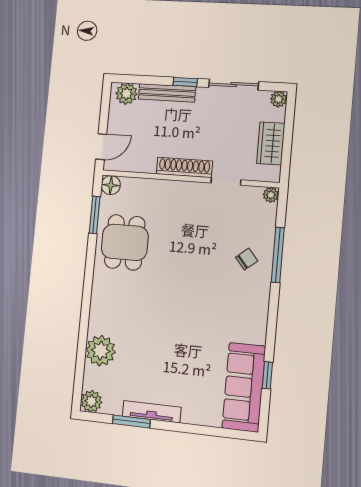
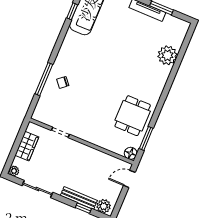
window: (185, 82) -> (83, 208), moved
shoe rack: (184, 167) -> (82, 149), removed
plant: (271, 195) -> (37, 116), removed
plant: (91, 401) -> (182, 27), removed

